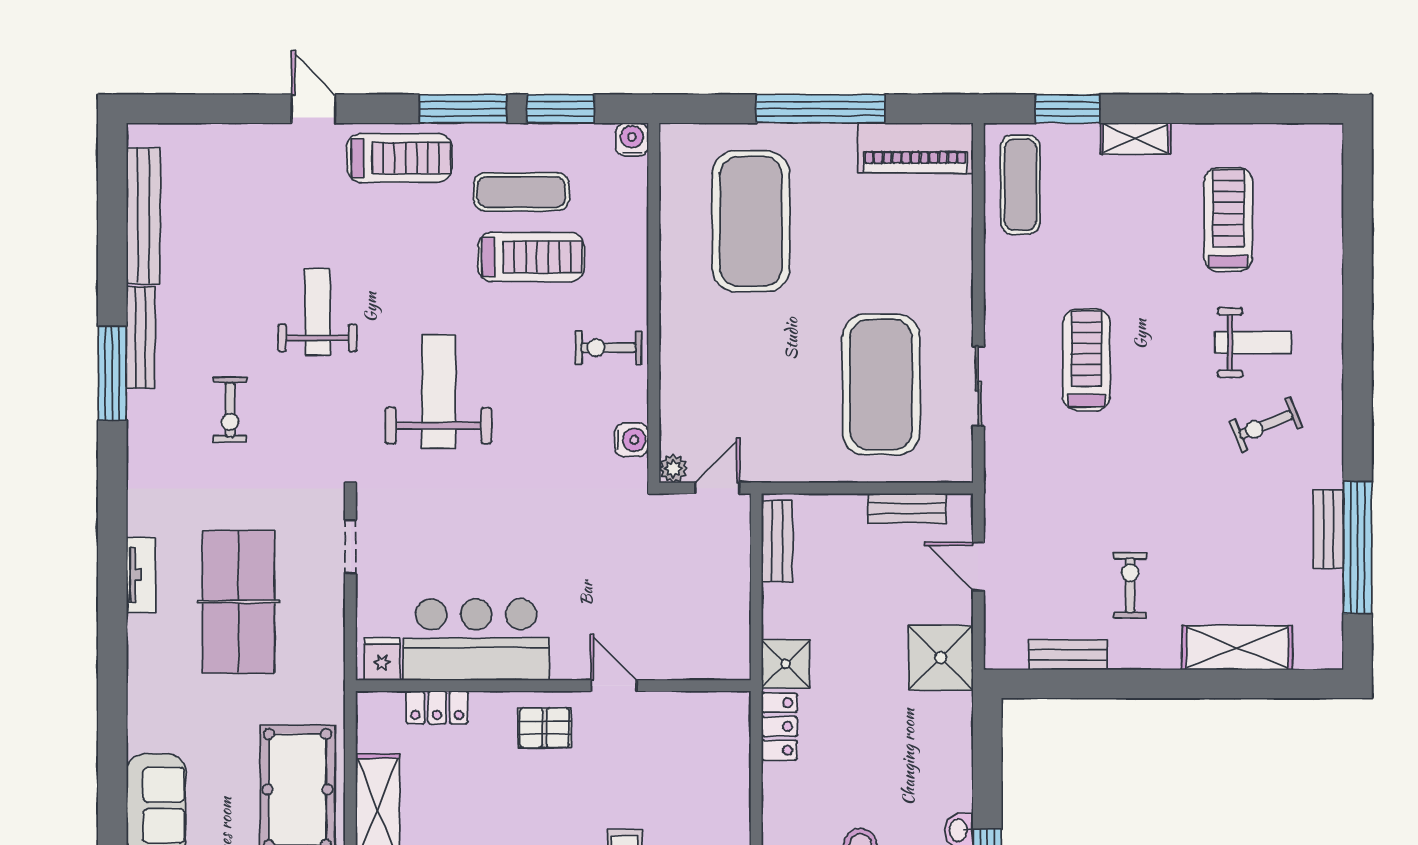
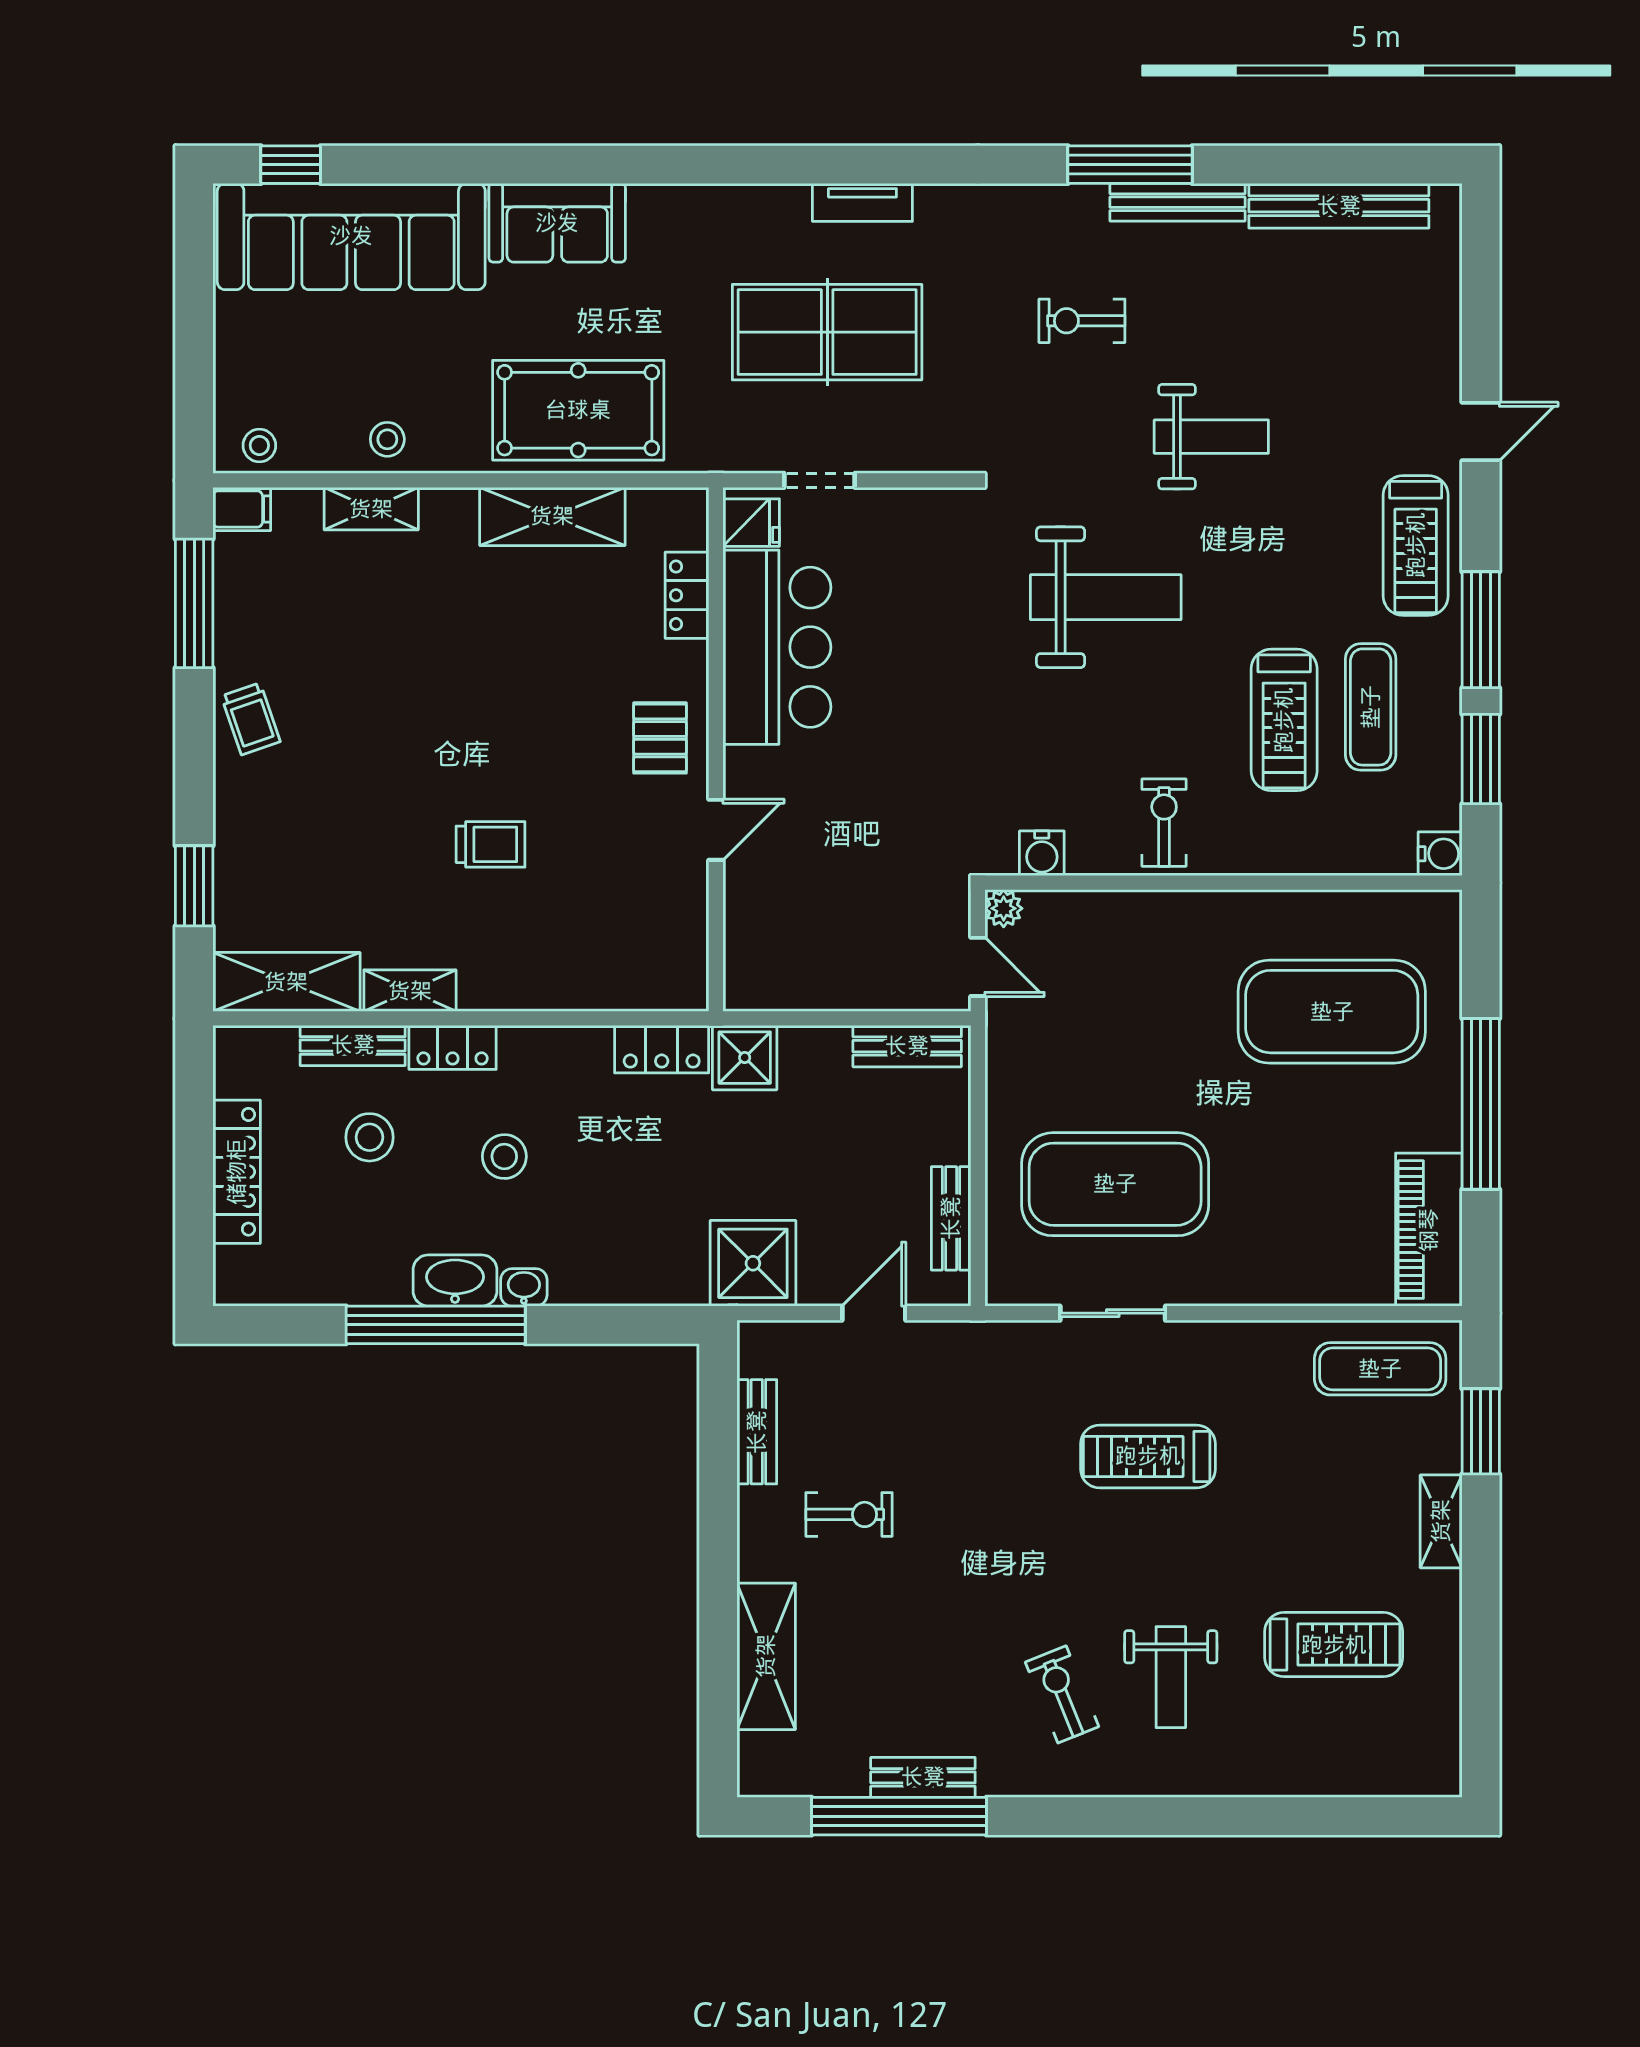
treadmill: (1086, 360) -> (1148, 1456), turned 180
doorway: (350, 547) -> (820, 480), moved

